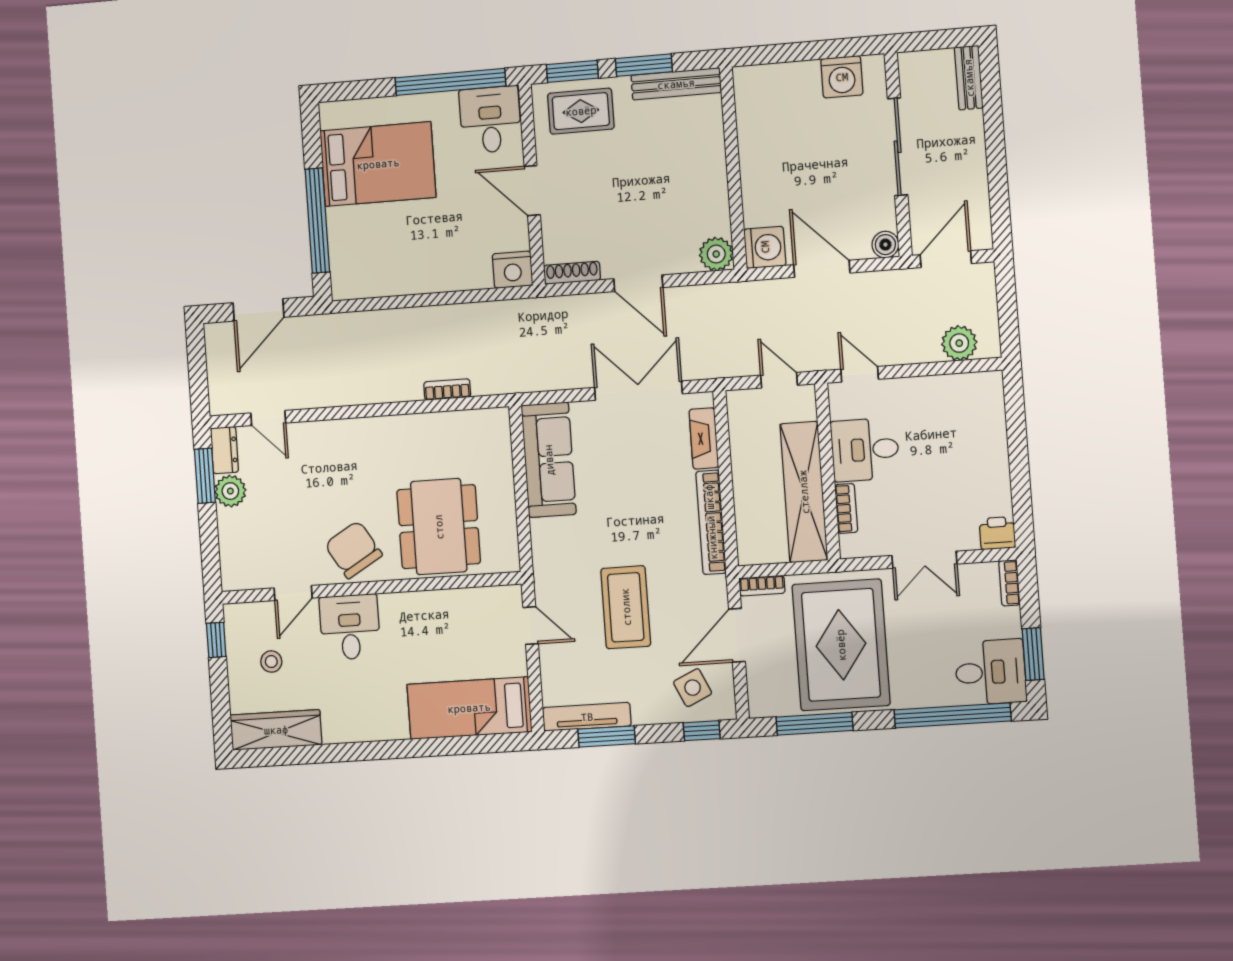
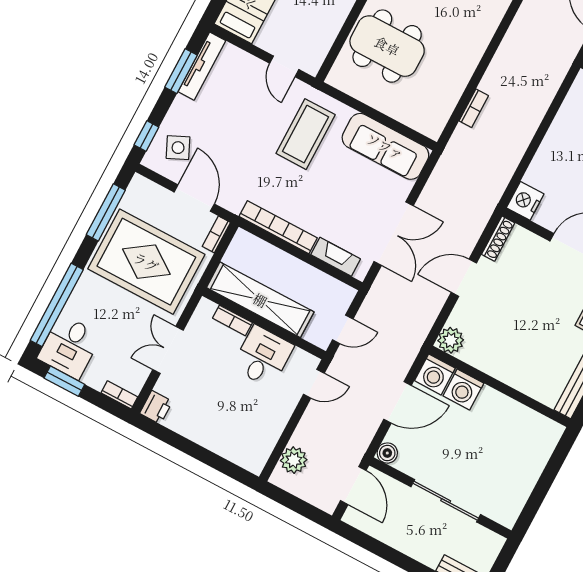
washing machine: (842, 77) -> (463, 389), moved, turned -90
coffee table: (626, 607) -> (306, 134), moved, turned 90
door: (531, 626) -> (284, 66), hinge flipped

